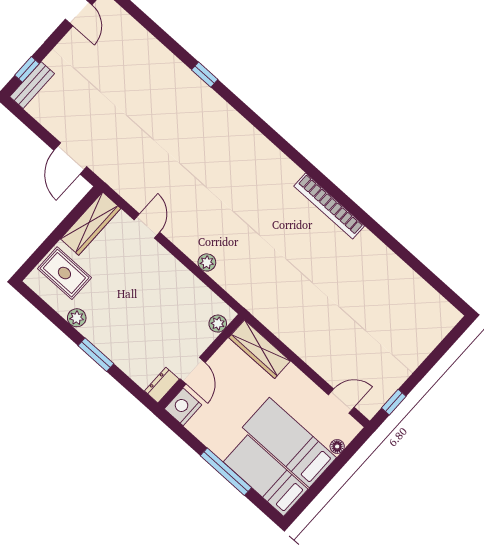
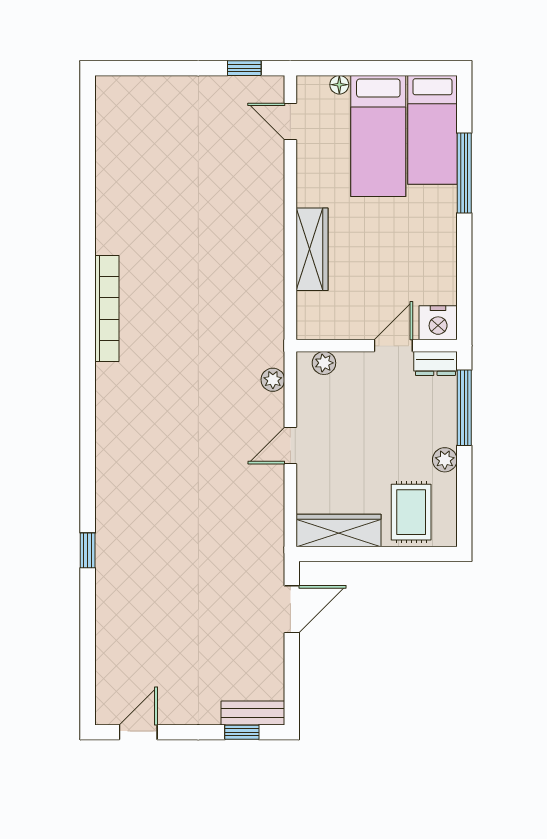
door: (147, 226) -> (290, 446), moved
plant: (218, 324) -> (324, 363), moved
window: (96, 355) -> (464, 408), width x1.44
wall: (201, 361) -> (377, 346), moved
door: (193, 371) -> (393, 346), moved
dresser: (162, 385) -> (435, 363), moved
nightstand: (183, 407) -> (438, 323), moved

